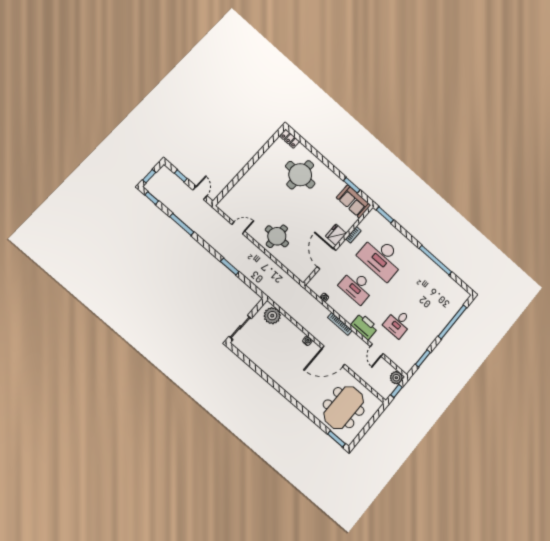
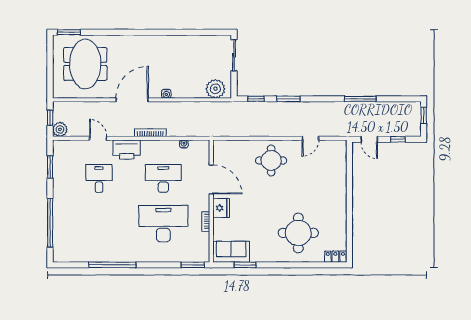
window: (152, 198) -> (256, 99), moved

